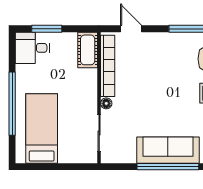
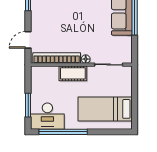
desk: (32, 48) -> (47, 116), width x1.37
cot: (88, 50) -> (73, 73), moved
window: (12, 104) -> (63, 132), moved

